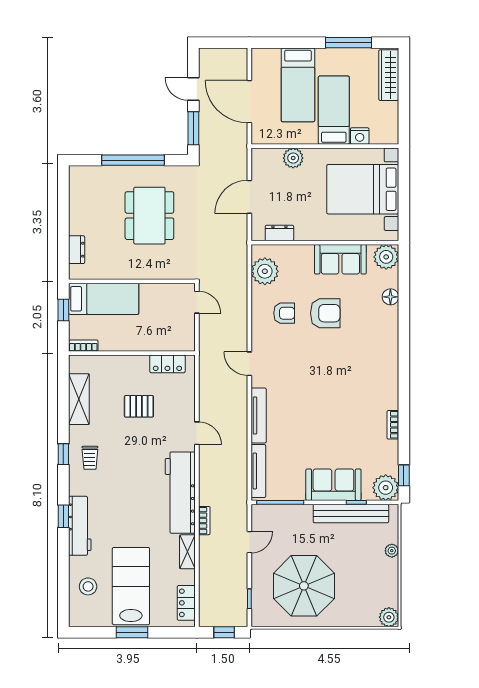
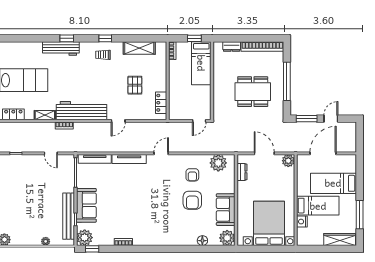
plant: (293, 158) -> (288, 161), moved
bookcase: (77, 200) -> (262, 47), added
stool: (88, 586) -> (23, 54), removed
parasol: (304, 586) -> (24, 187), removed

